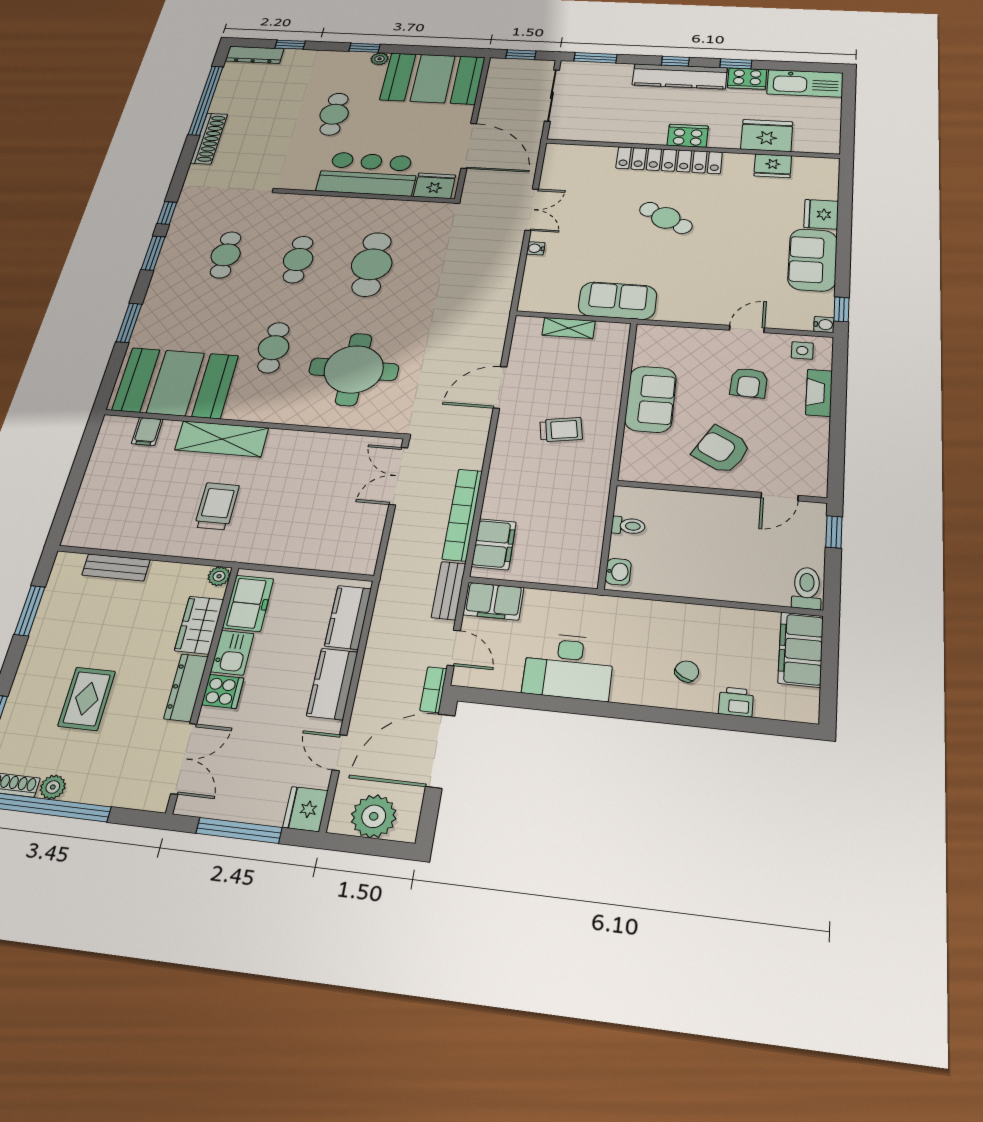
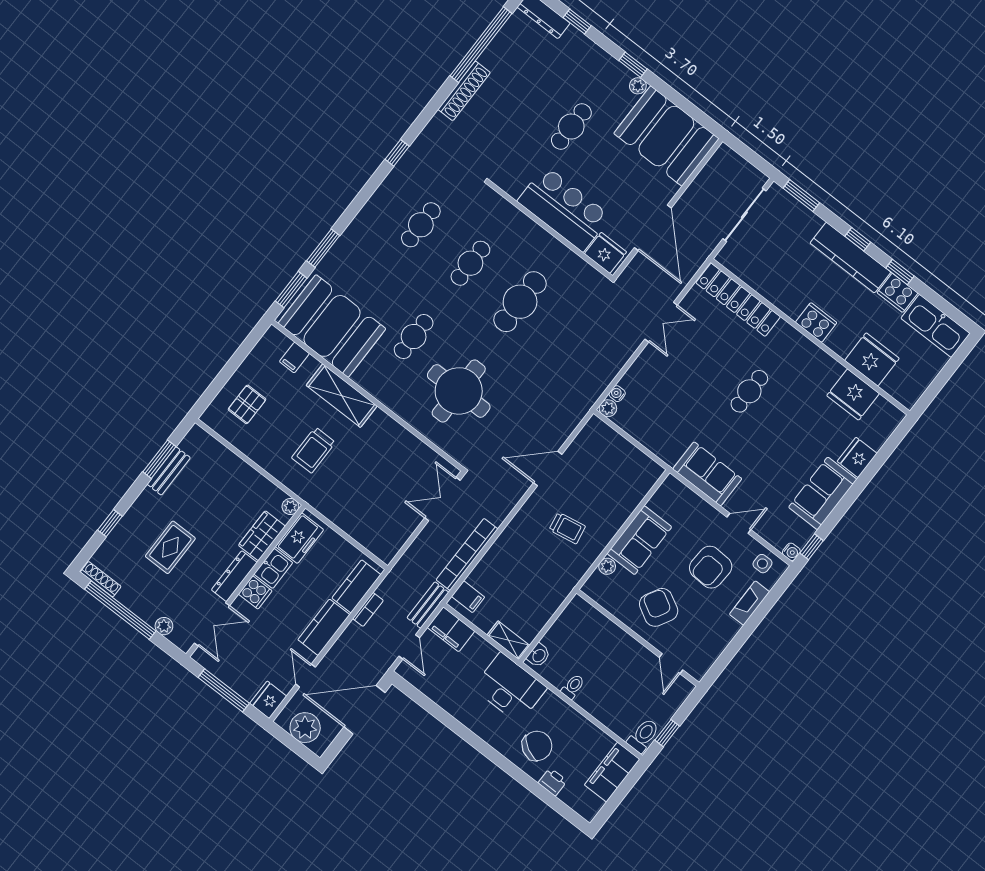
window: (521, 55) -> (748, 154), removed
locker: (669, 160) -> (738, 300), moved
fridge: (773, 166) -> (853, 395), width x1.36, depth x1.34
cafe table: (666, 218) -> (749, 391), turned 60
water cooler: (536, 248) -> (617, 394), moved
window: (153, 253) -> (291, 290), moved
sofa: (618, 301) -> (707, 474), moved
plant: (528, 304) -> (608, 408), added
shelving: (569, 328) -> (508, 640), moved
armchair: (749, 383) -> (711, 567), width x1.38, depth x1.38
plant: (633, 442) -> (607, 566), added
door: (780, 497) -> (671, 664), hinge flipped
pallet: (113, 502) -> (247, 404), added
trolley: (217, 506) -> (314, 450), turned 180
toilet: (628, 526) -> (573, 687), moved, turned -90
window: (834, 532) -> (667, 733), moved
filing cabinet: (494, 544) -> (468, 597), width x0.50
bench: (116, 567) -> (169, 471), moved, turned 90
desk: (569, 667) -> (510, 688), moved, turned 180
chair: (687, 671) -> (537, 746), width x1.87, depth x1.87
bookcase: (433, 690) -> (368, 609), moved, turned 180
plant: (53, 787) -> (164, 626), moved

